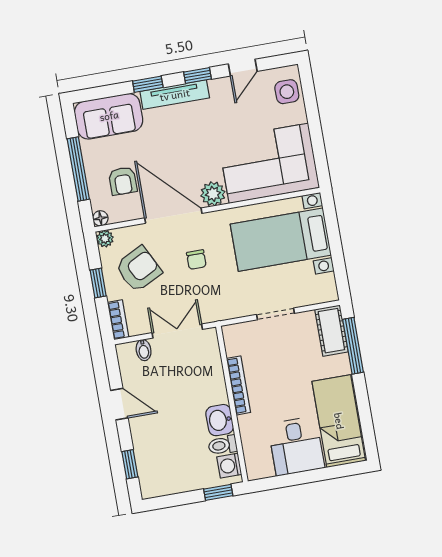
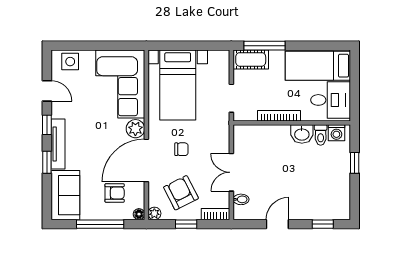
bookcase: (239, 385) -> (279, 116), moved
wall: (232, 404) -> (292, 123), moved
washbasin: (220, 420) -> (302, 134), moved
toilet: (223, 445) -> (321, 135), moved
washing machine: (229, 466) -> (336, 133), moved

